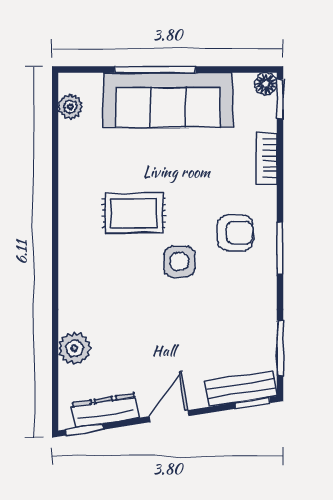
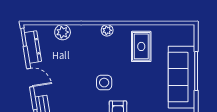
plant: (70, 107) -> (107, 30), moved
rug: (134, 213) -> (141, 46), moved

